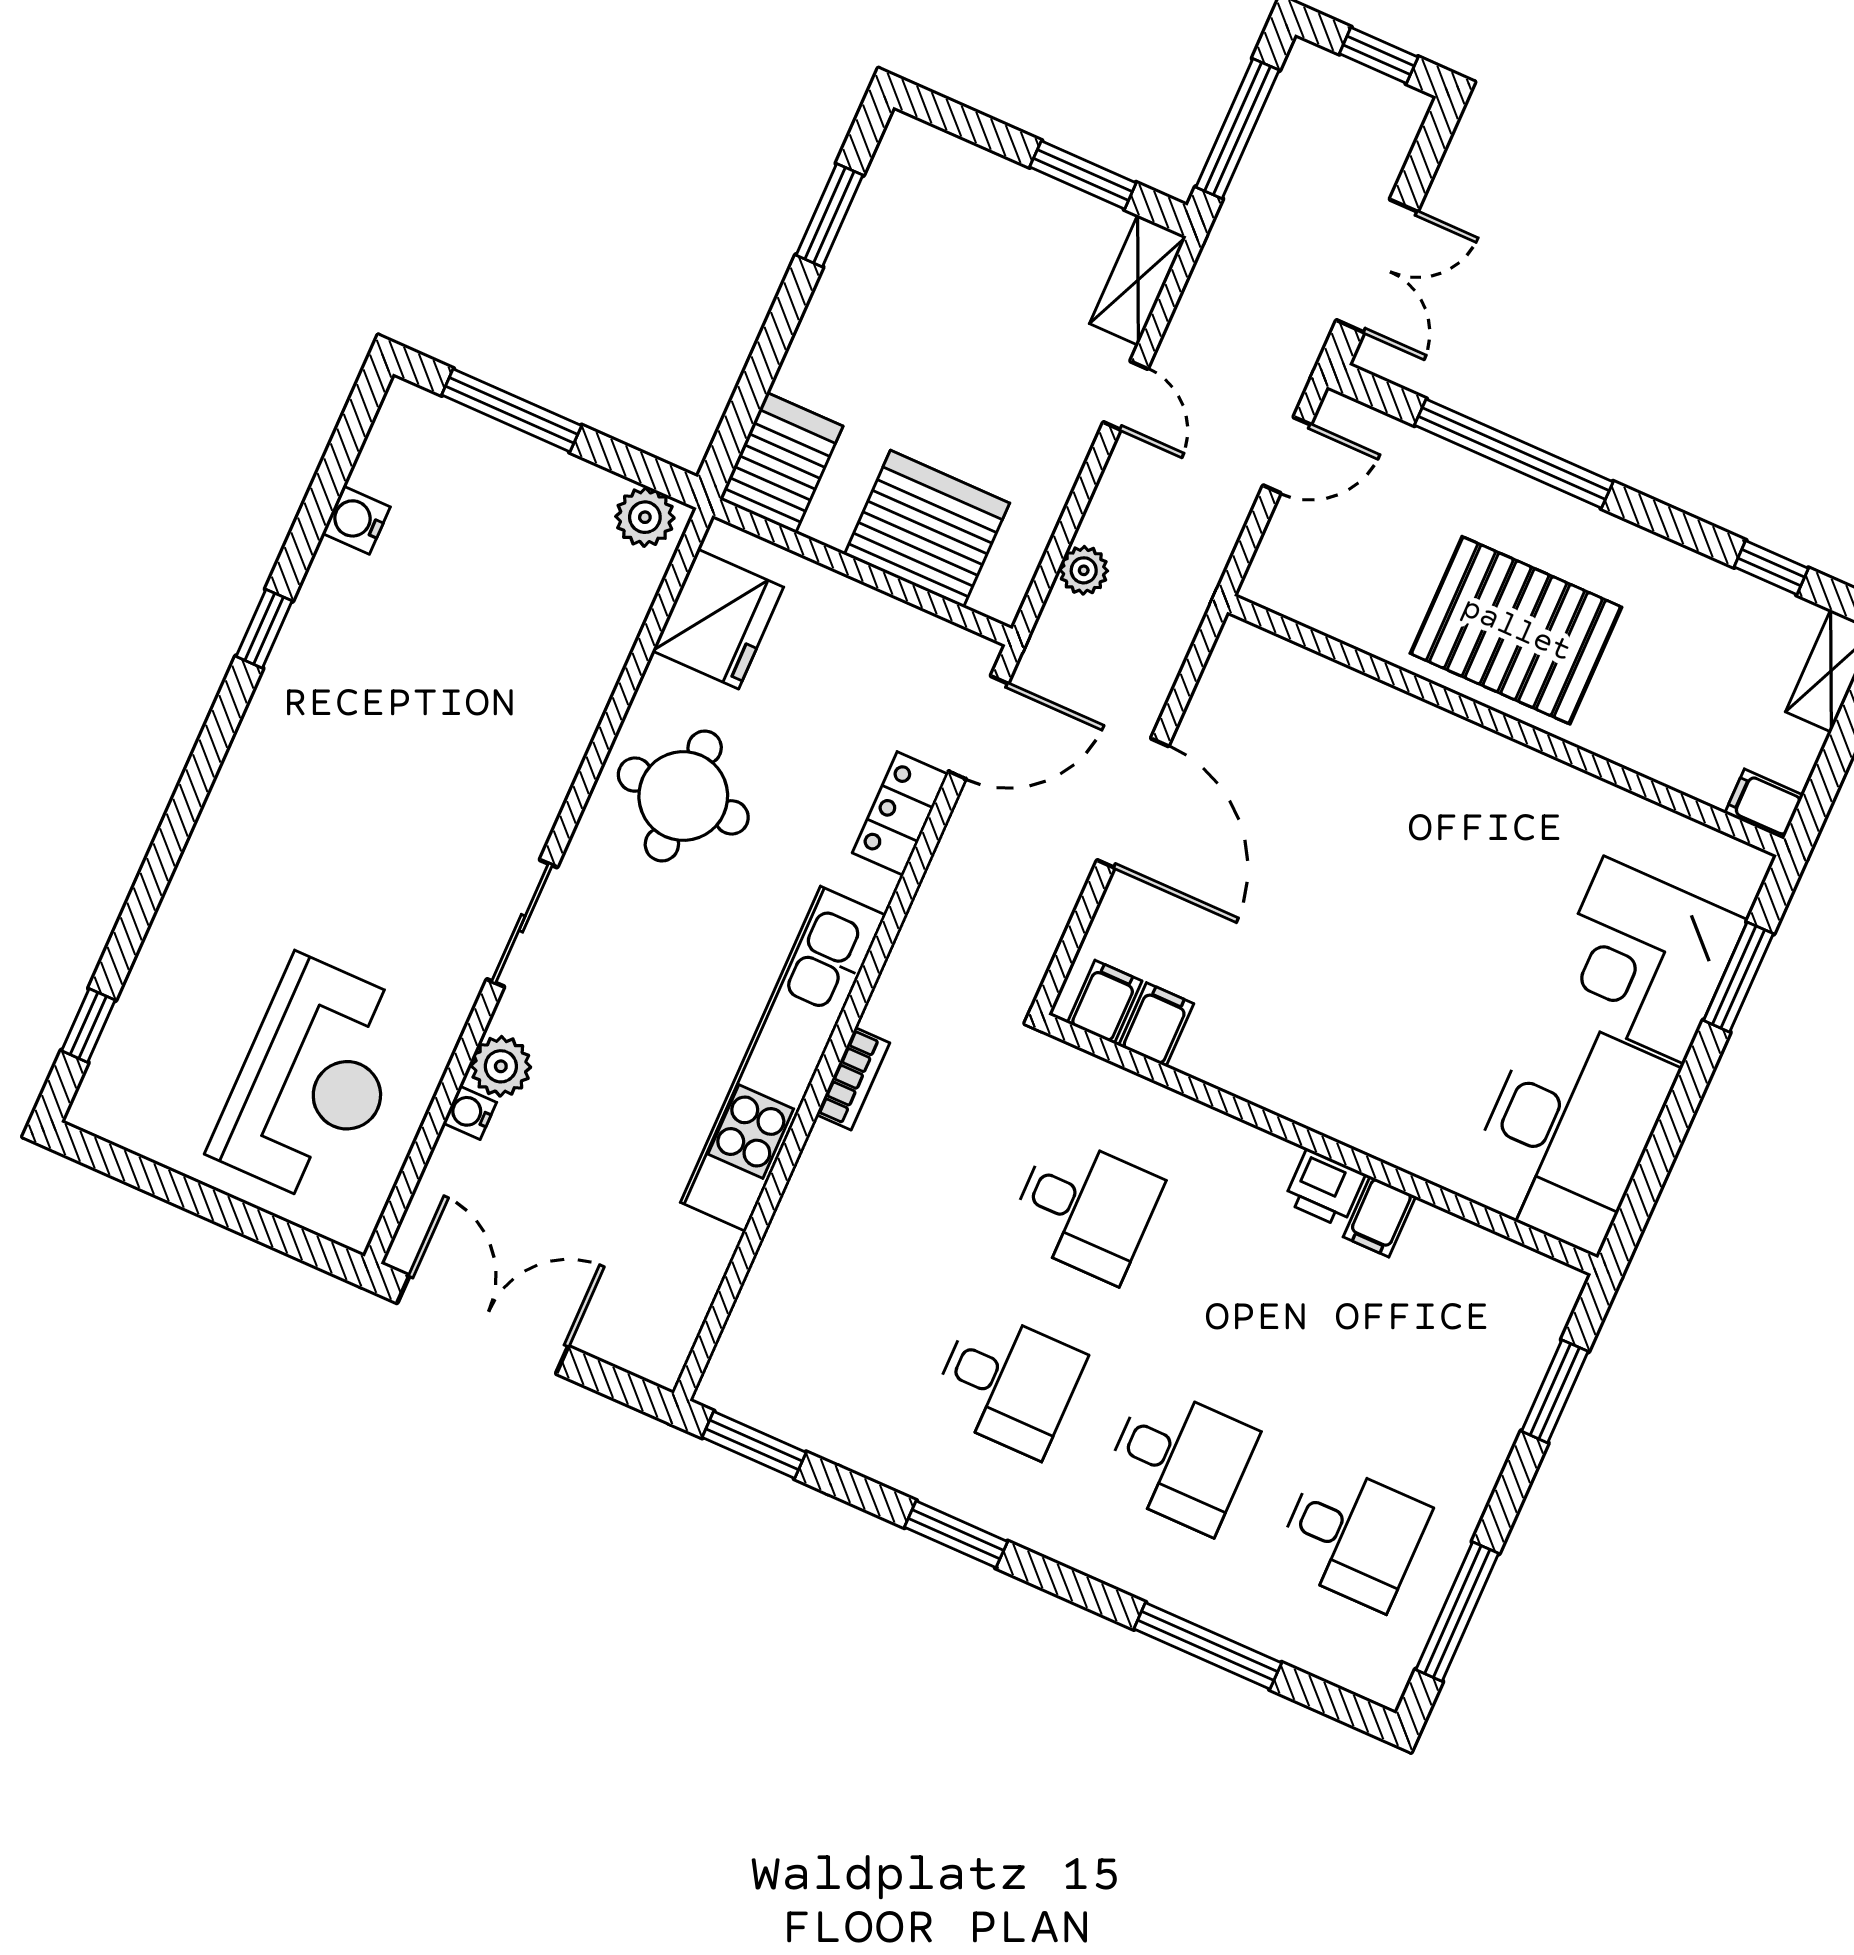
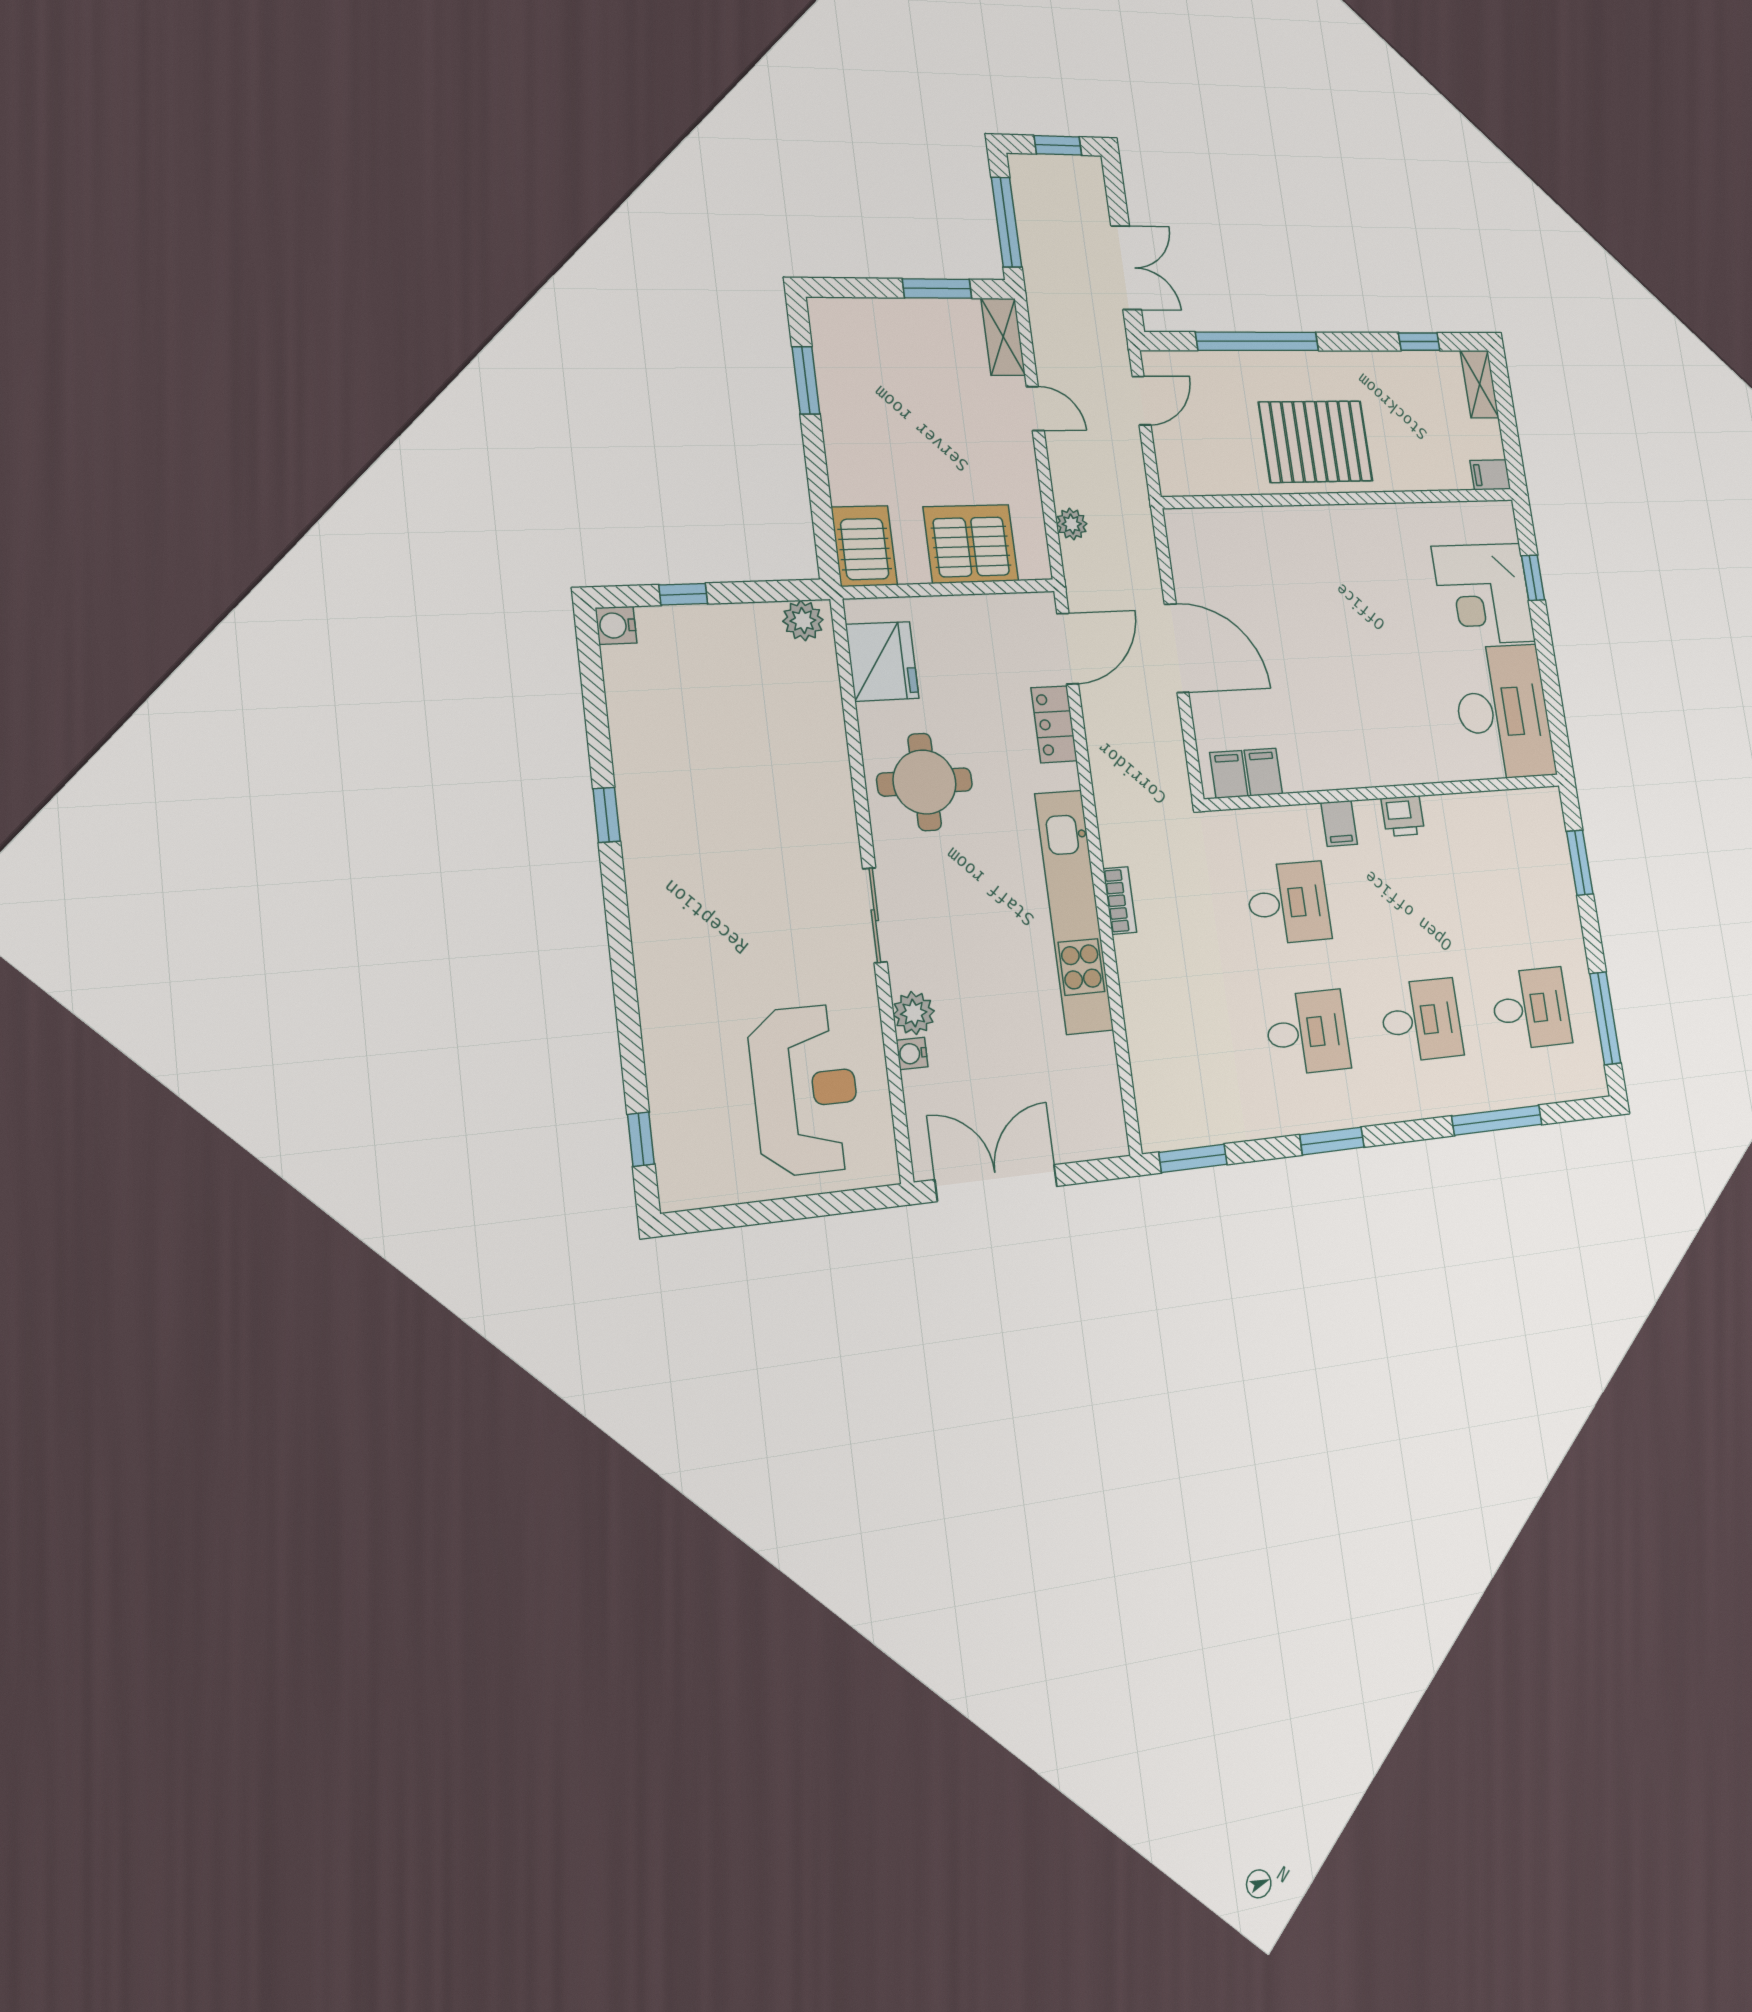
window: (512, 410) -> (683, 594), width x0.46
water cooler: (356, 520) -> (616, 625), moved
window: (1738, 977) -> (1533, 578), width x0.67
filing cabinet: (1379, 1217) -> (1339, 823), moved

